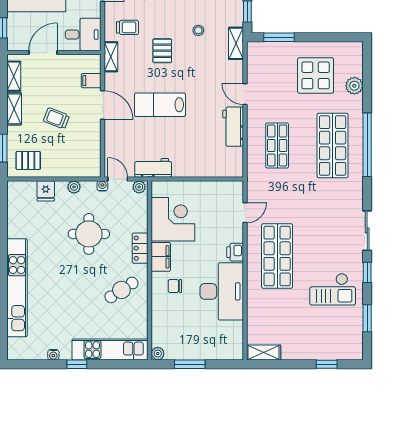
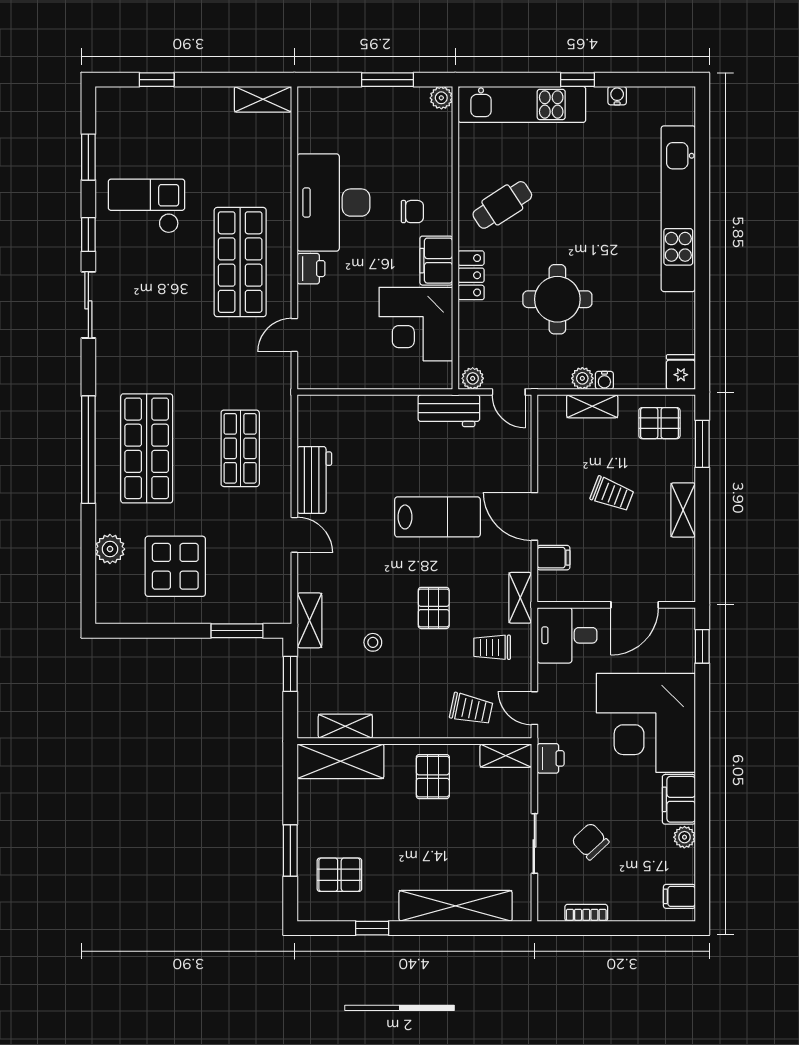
shelving: (14, 76) -> (592, 406), moved, turned 90
water cooler: (102, 186) -> (604, 380), moved
fridge: (46, 191) -> (681, 372), moved

